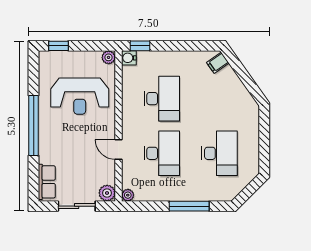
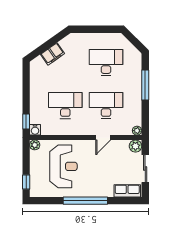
filing cabinet: (218, 63) -> (53, 54), moved, width x2.00

